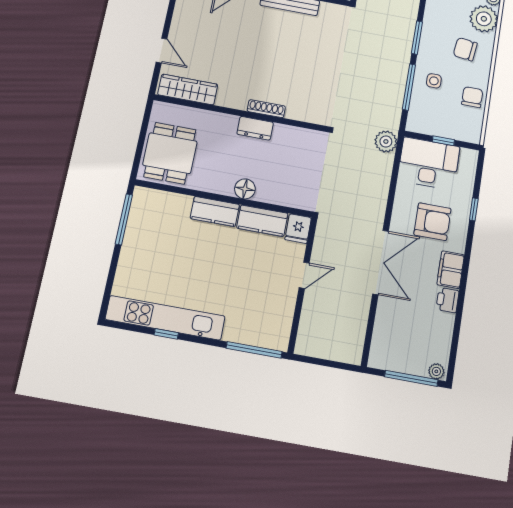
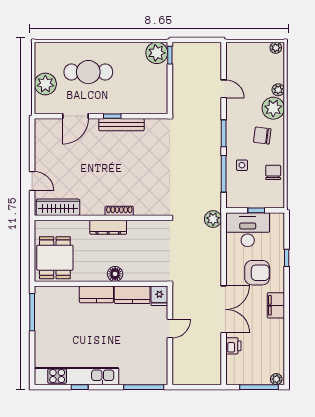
dresser: (255, 128) -> (108, 227), width x1.44
printer: (447, 300) -> (233, 346), moved, turned 180

